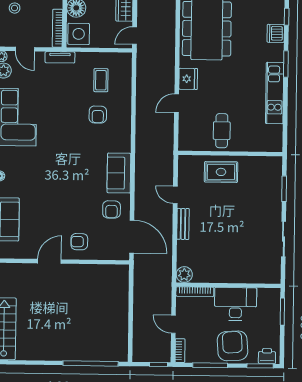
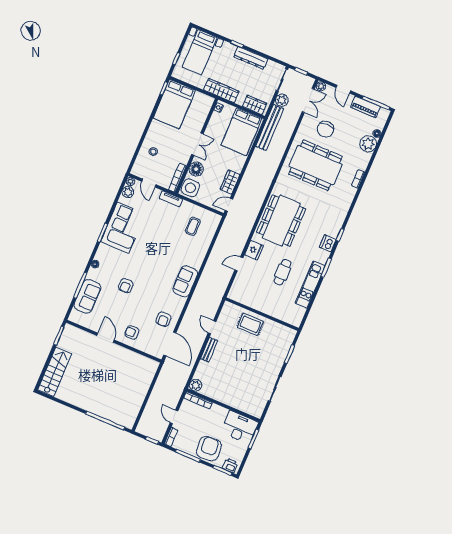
armchair: (98, 115) -> (126, 286), moved
cafe table: (222, 131) -> (283, 272), moved
sofa: (119, 173) -> (185, 281), moved
door: (49, 261) -> (106, 338), hinge flipped
desk: (236, 304) -> (239, 427), moved

